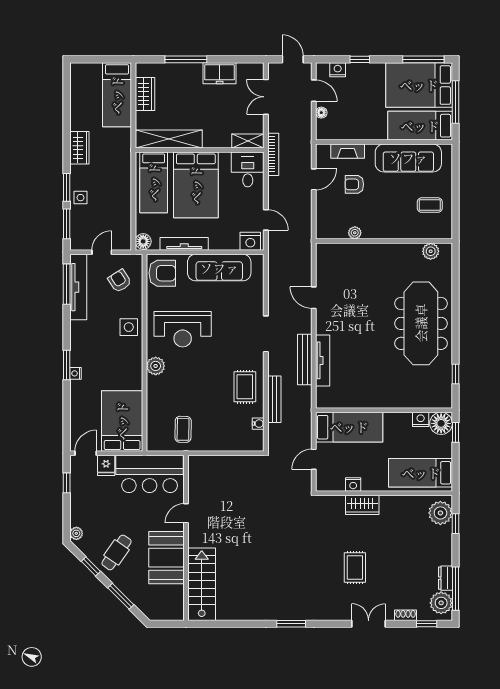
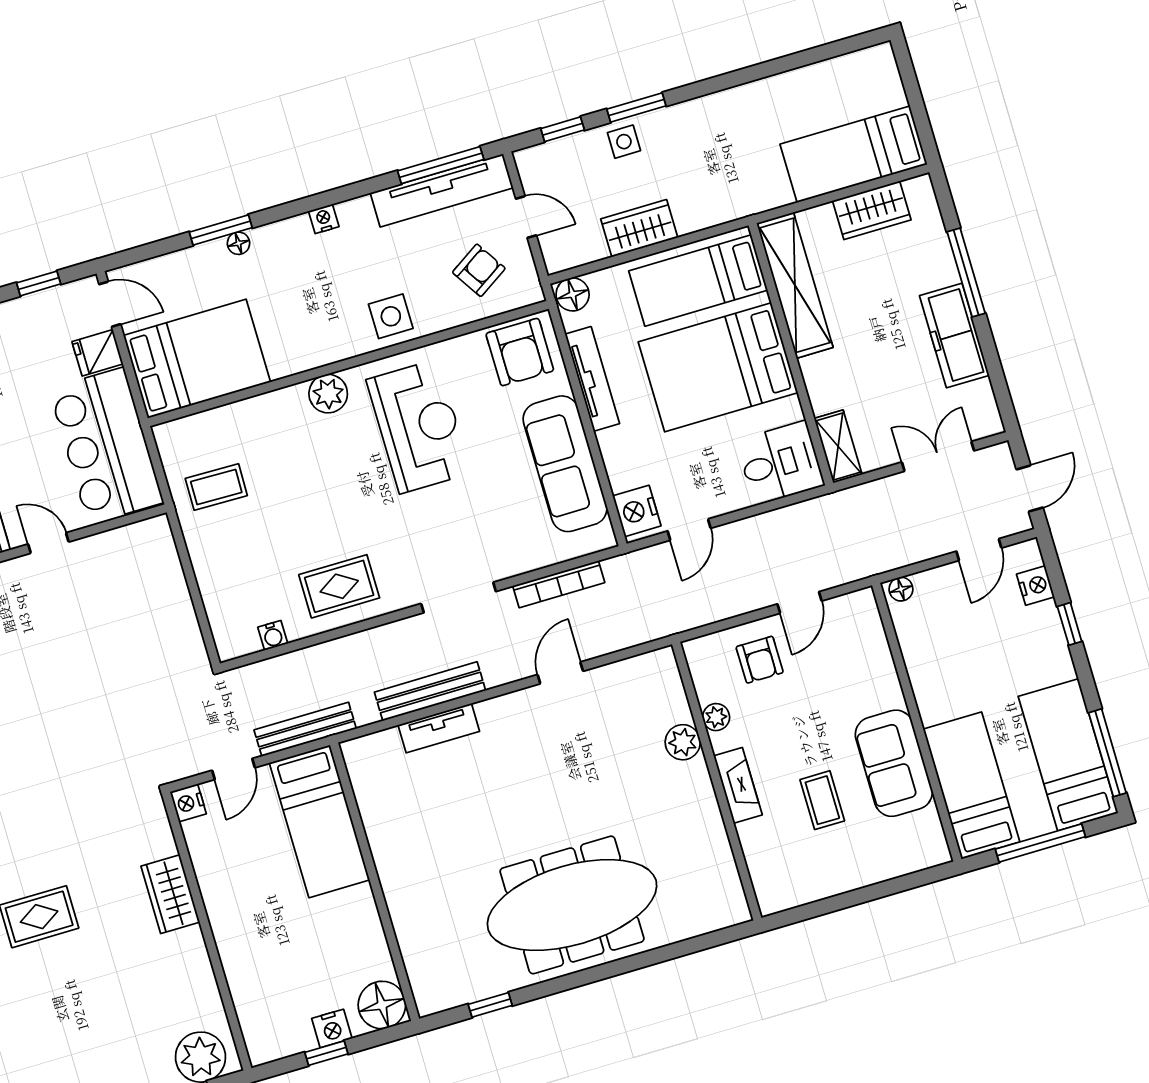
freezer: (220, 73) -> (954, 336), width x1.40
bed: (419, 85) -> (1068, 755), width x0.67
floor lamp: (321, 113) -> (901, 589), moved
wardrobe: (79, 148) -> (639, 228), moved, turned 180
fireplace: (348, 151) -> (738, 785), moved, turned 180
bookcase: (273, 154) -> (559, 584), moved
sofa: (408, 158) -> (894, 763), width x0.73
door: (314, 179) -> (800, 602), hinge flipped
armchair: (354, 184) -> (760, 660), moved, turned 180
coffee table: (430, 205) -> (822, 800), moved
window: (67, 224) -> (563, 129), width x0.67
plant: (431, 251) -> (683, 742), moved
reception desk: (183, 329) -> (419, 426), turned 180
tv unit: (323, 360) -> (439, 728), width x0.71
window: (67, 365) -> (221, 230), moved
nightstand: (75, 373) -> (324, 219), moved
floor lamp: (75, 387) -> (239, 243), added
bench: (274, 399) -> (305, 729), moved
nightstand: (421, 419) -> (332, 1028), moved, turned 90
window: (455, 432) -> (326, 1053), moved
door: (314, 459) -> (233, 769), swing flipped
bed: (421, 473) -> (270, 993), removed
nightstand: (353, 484) -> (188, 803), moved

